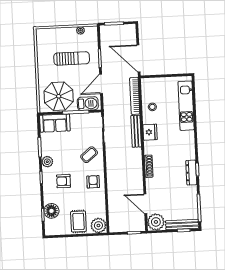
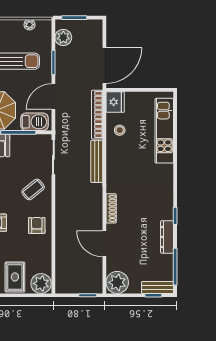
plant: (106, 39) -> (63, 37), added
door: (138, 58) -> (104, 65), swing flipped
fridge: (150, 132) -> (115, 102), moved
dresser: (191, 173) -> (167, 237), moved
door: (145, 204) -> (104, 244), moved
bench: (182, 225) -> (158, 287), width x0.73

